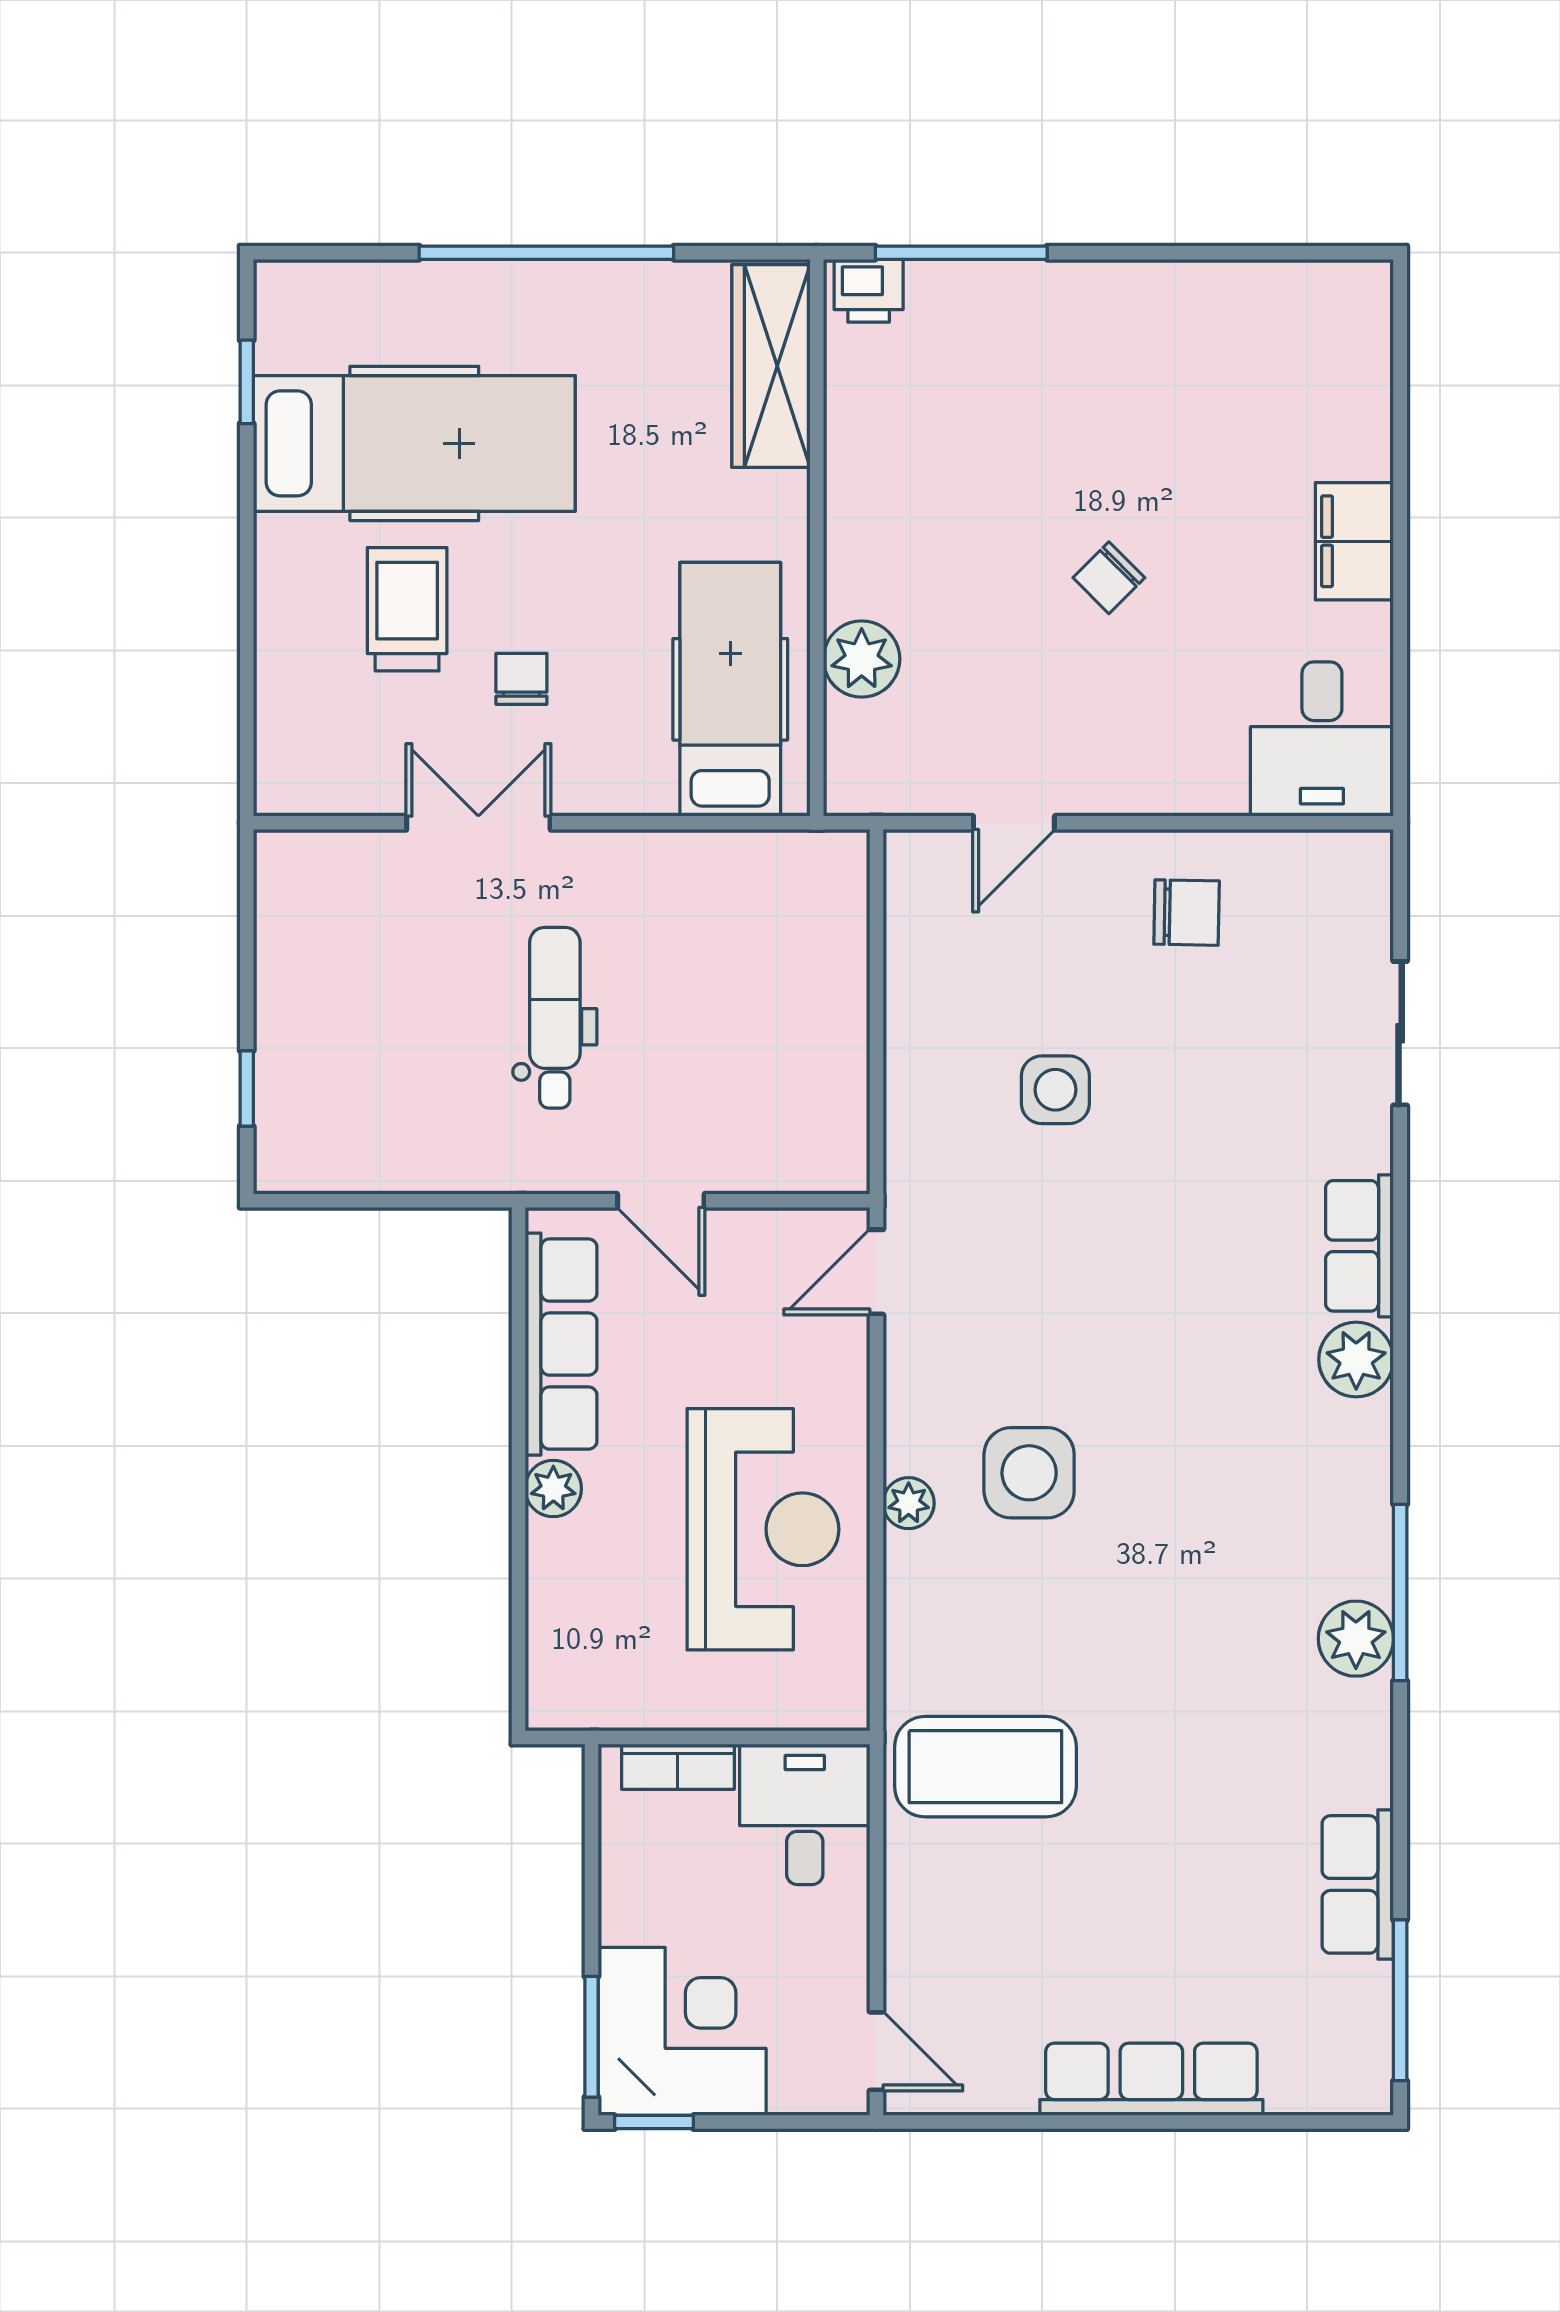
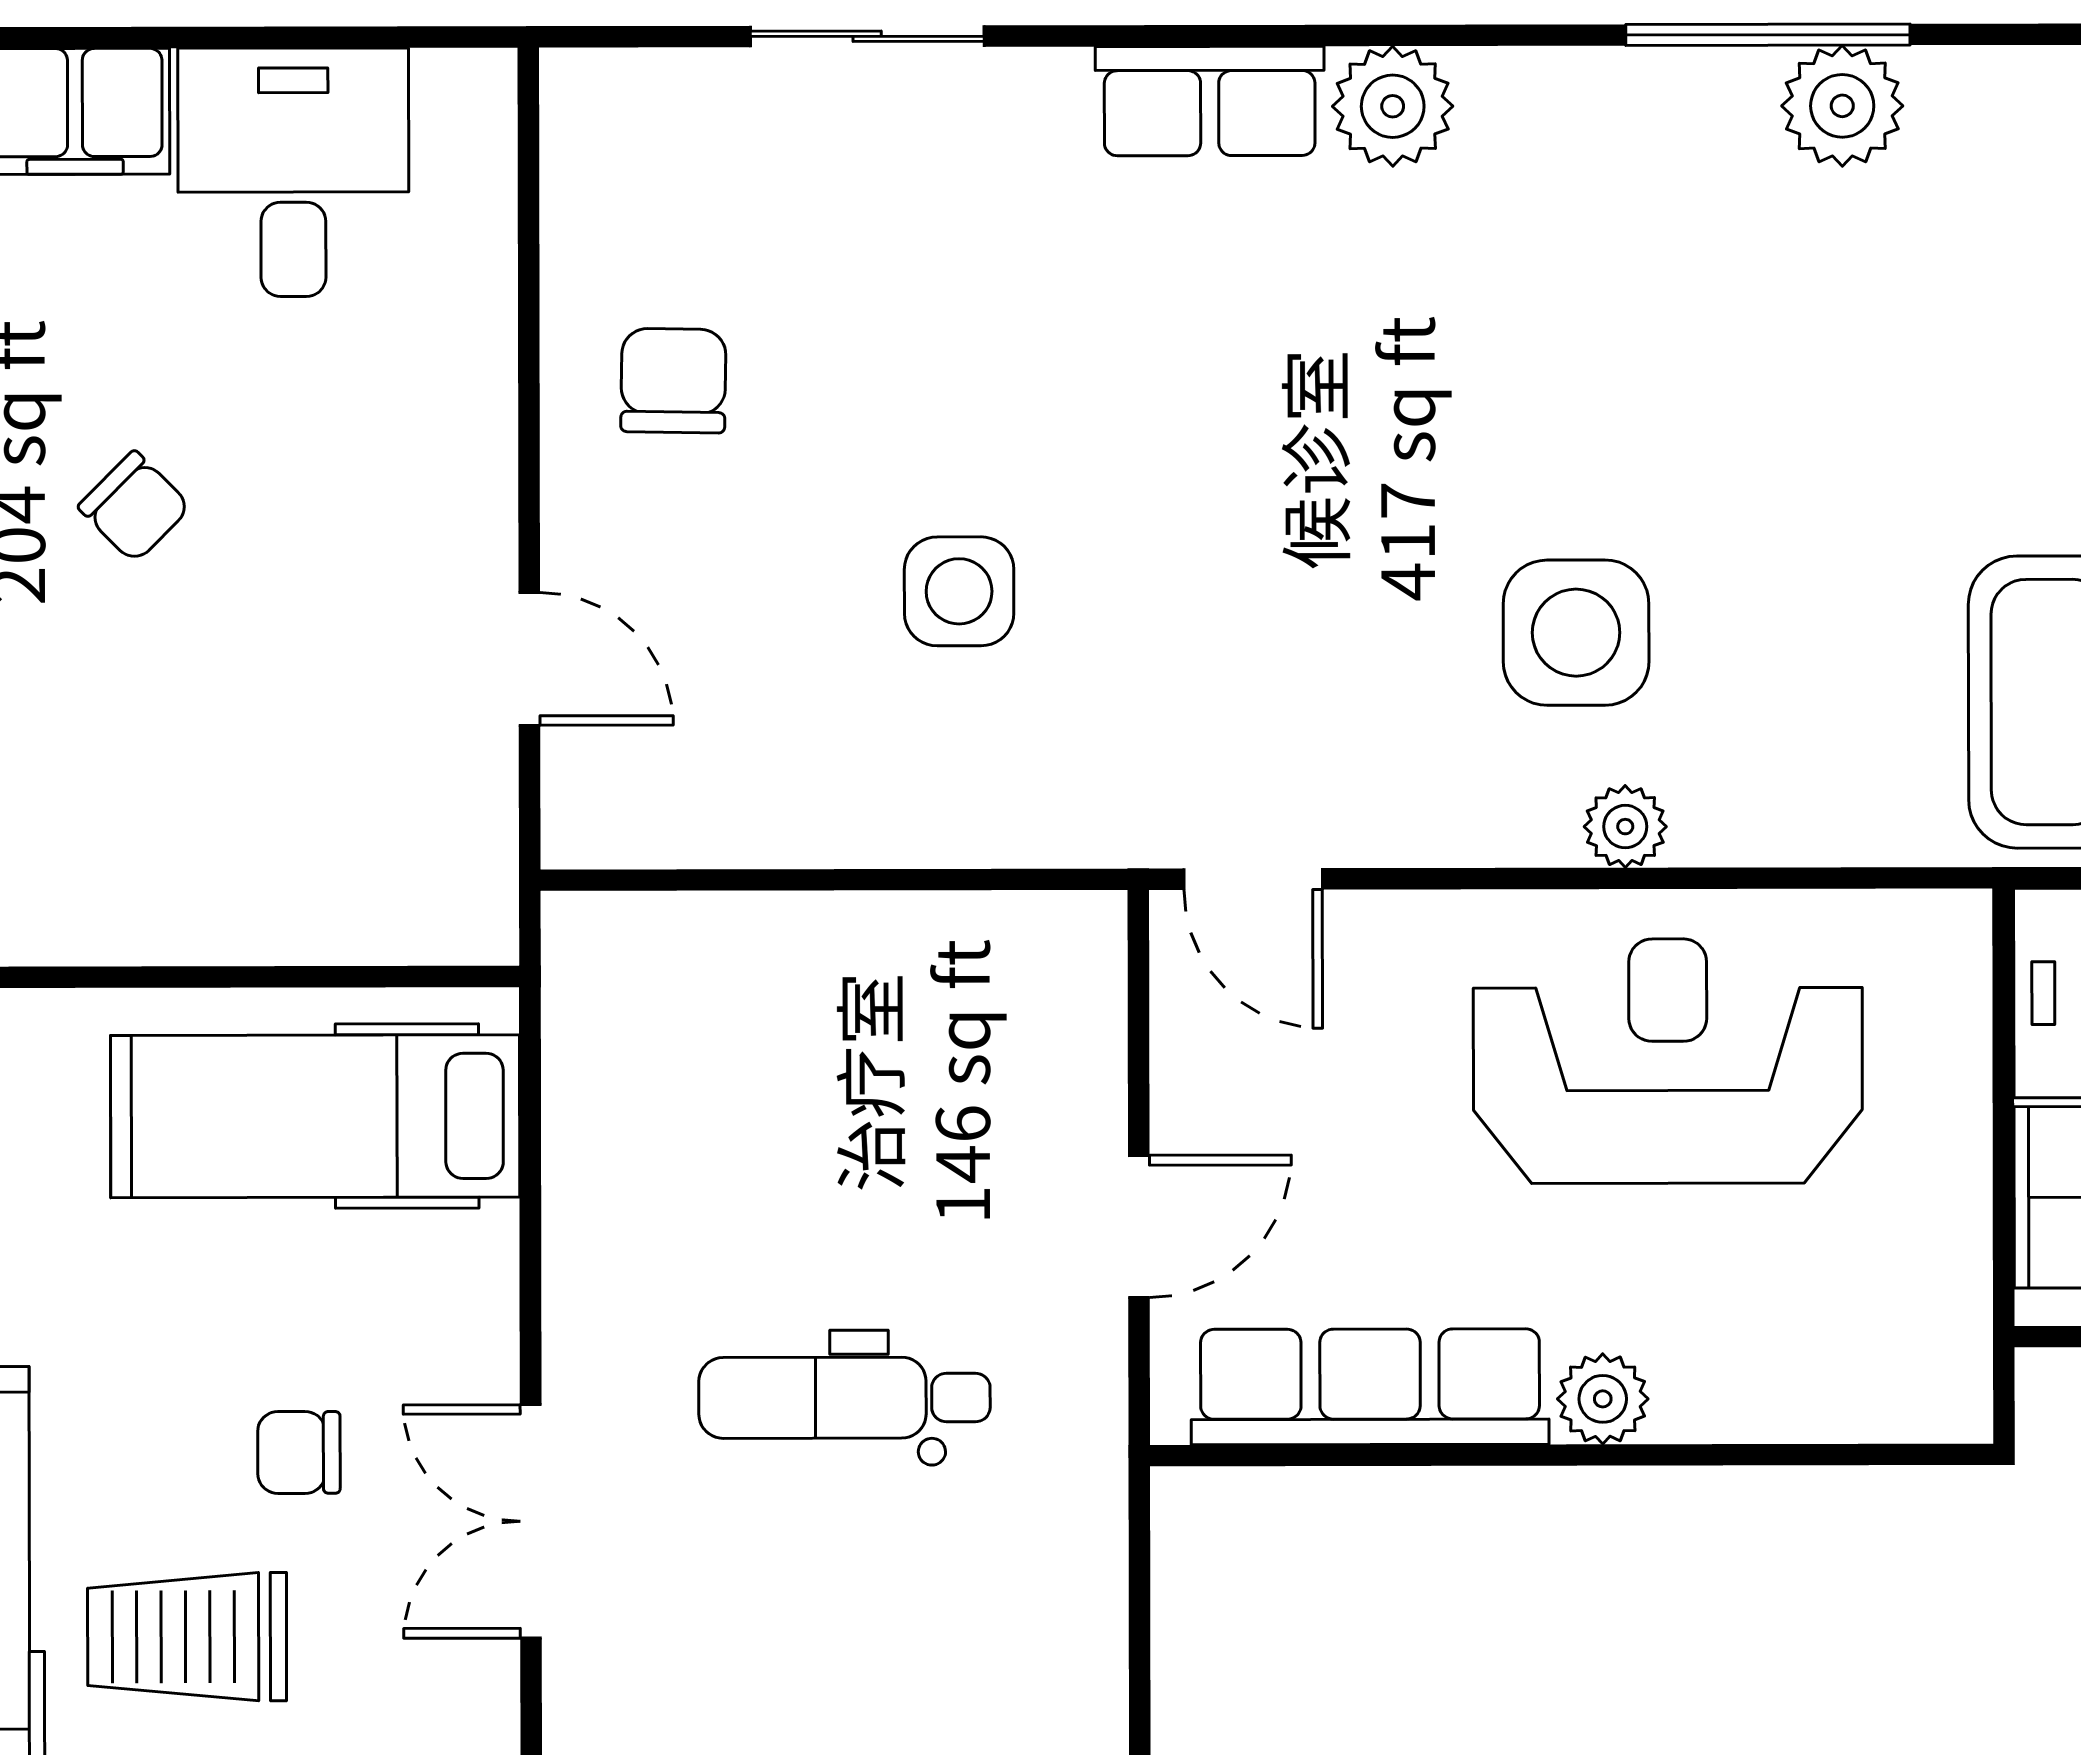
plant: (862, 659) -> (266, 905), removed
desk: (1322, 739) -> (293, 172), moved, turned -90

